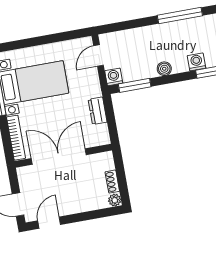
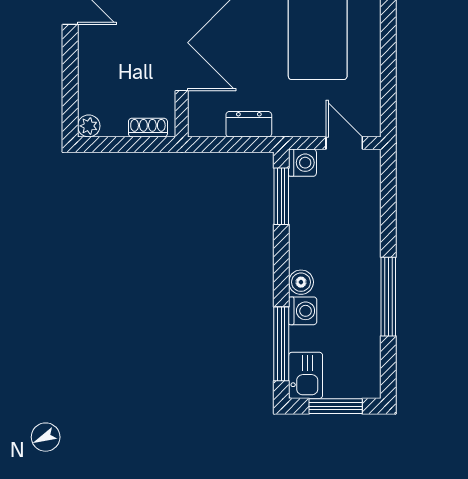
boiler: (164, 69) -> (301, 282), moved
shoe rack: (112, 182) -> (148, 128), moved

